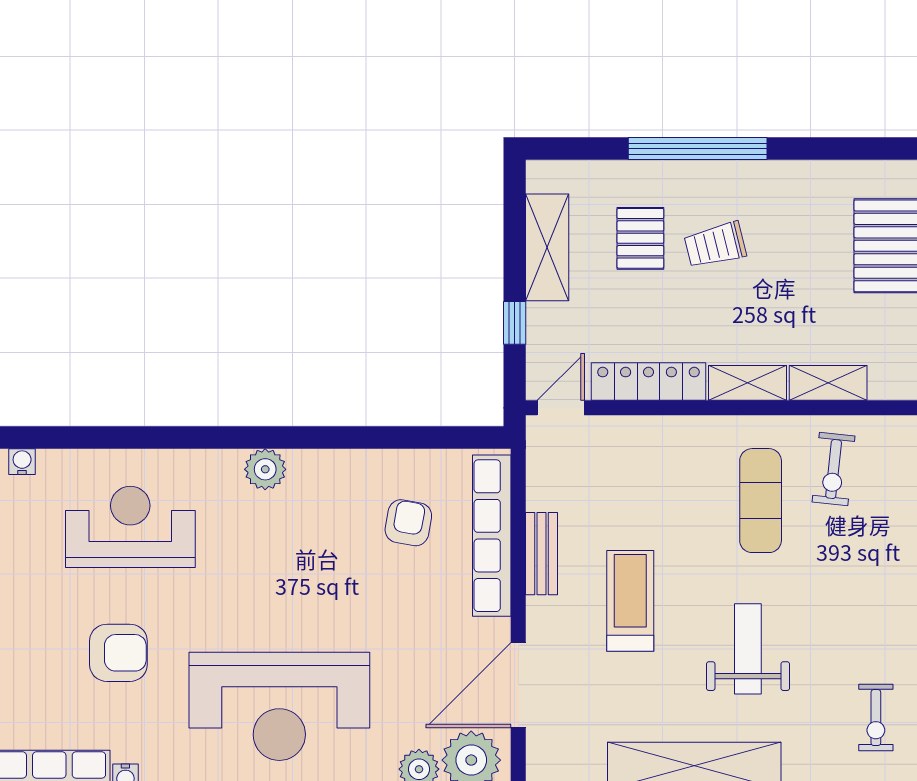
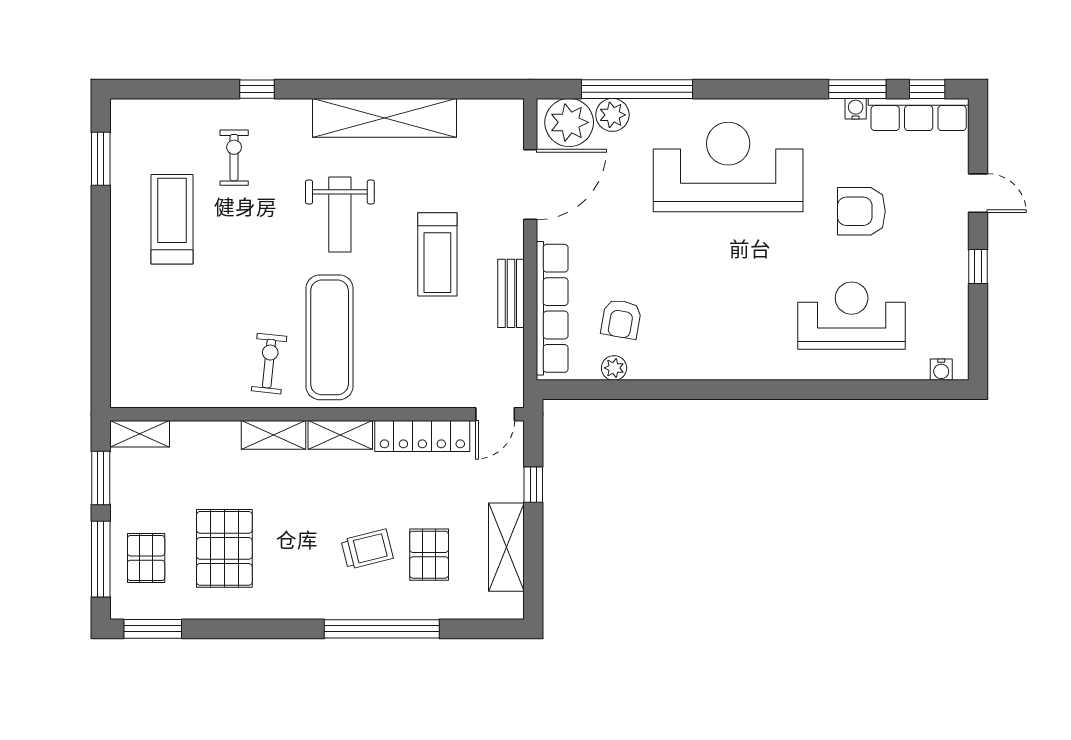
plant: (265, 469) -> (614, 368), moved, width x0.73, depth x0.73
exercise mat: (761, 501) -> (330, 337), width x1.36, depth x1.45
reception desk: (130, 527) -> (852, 316), turned 180

